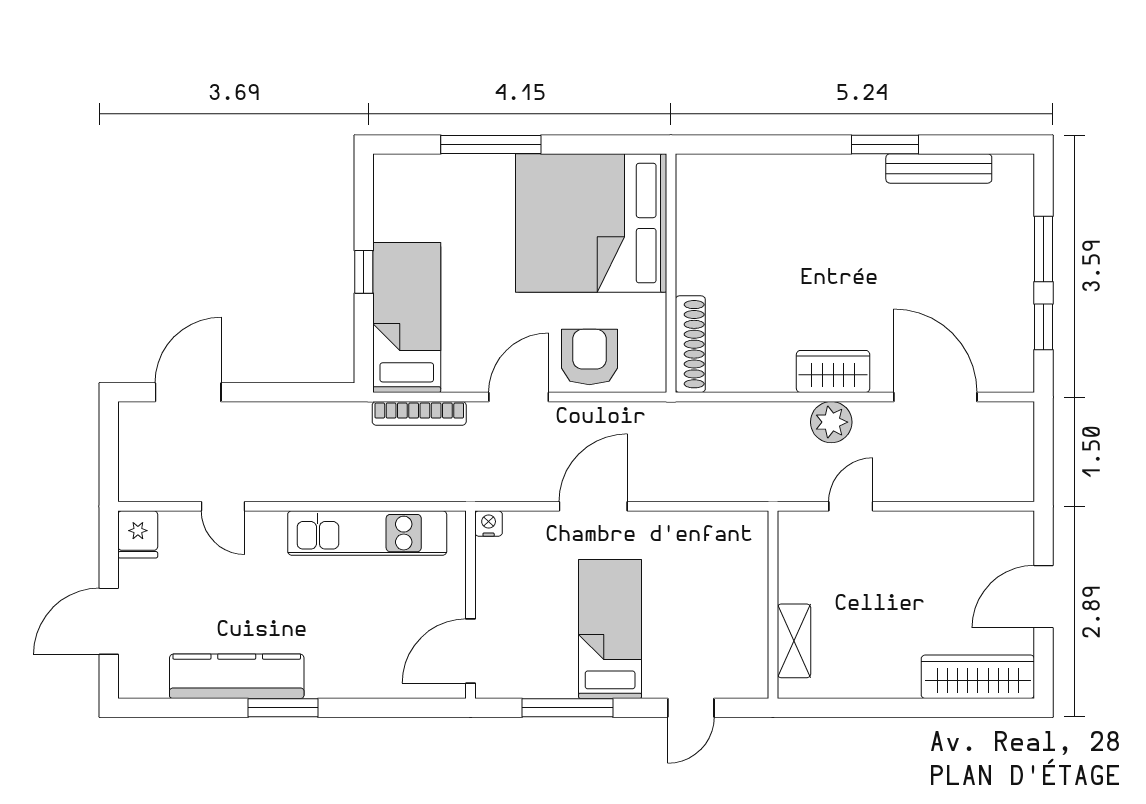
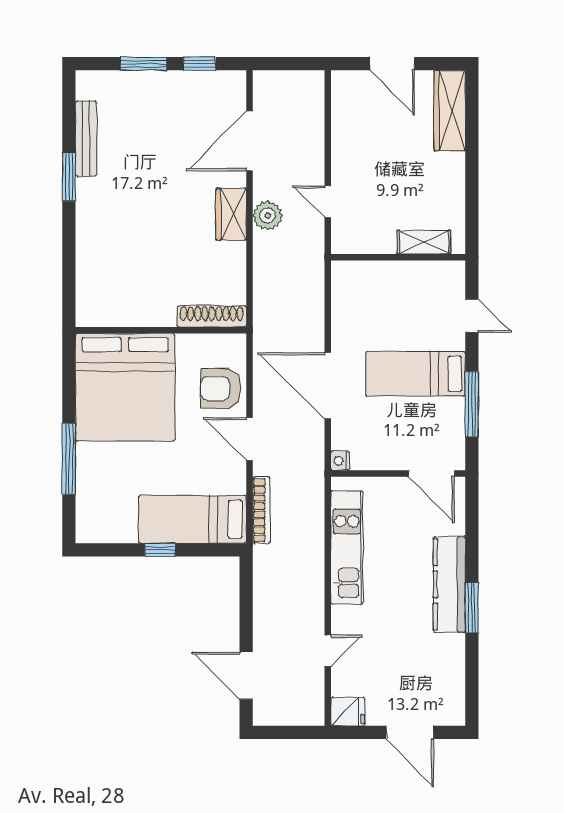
door: (593, 506) -> (328, 386), width x1.36
kitchen counter: (237, 676) -> (449, 584), moved

